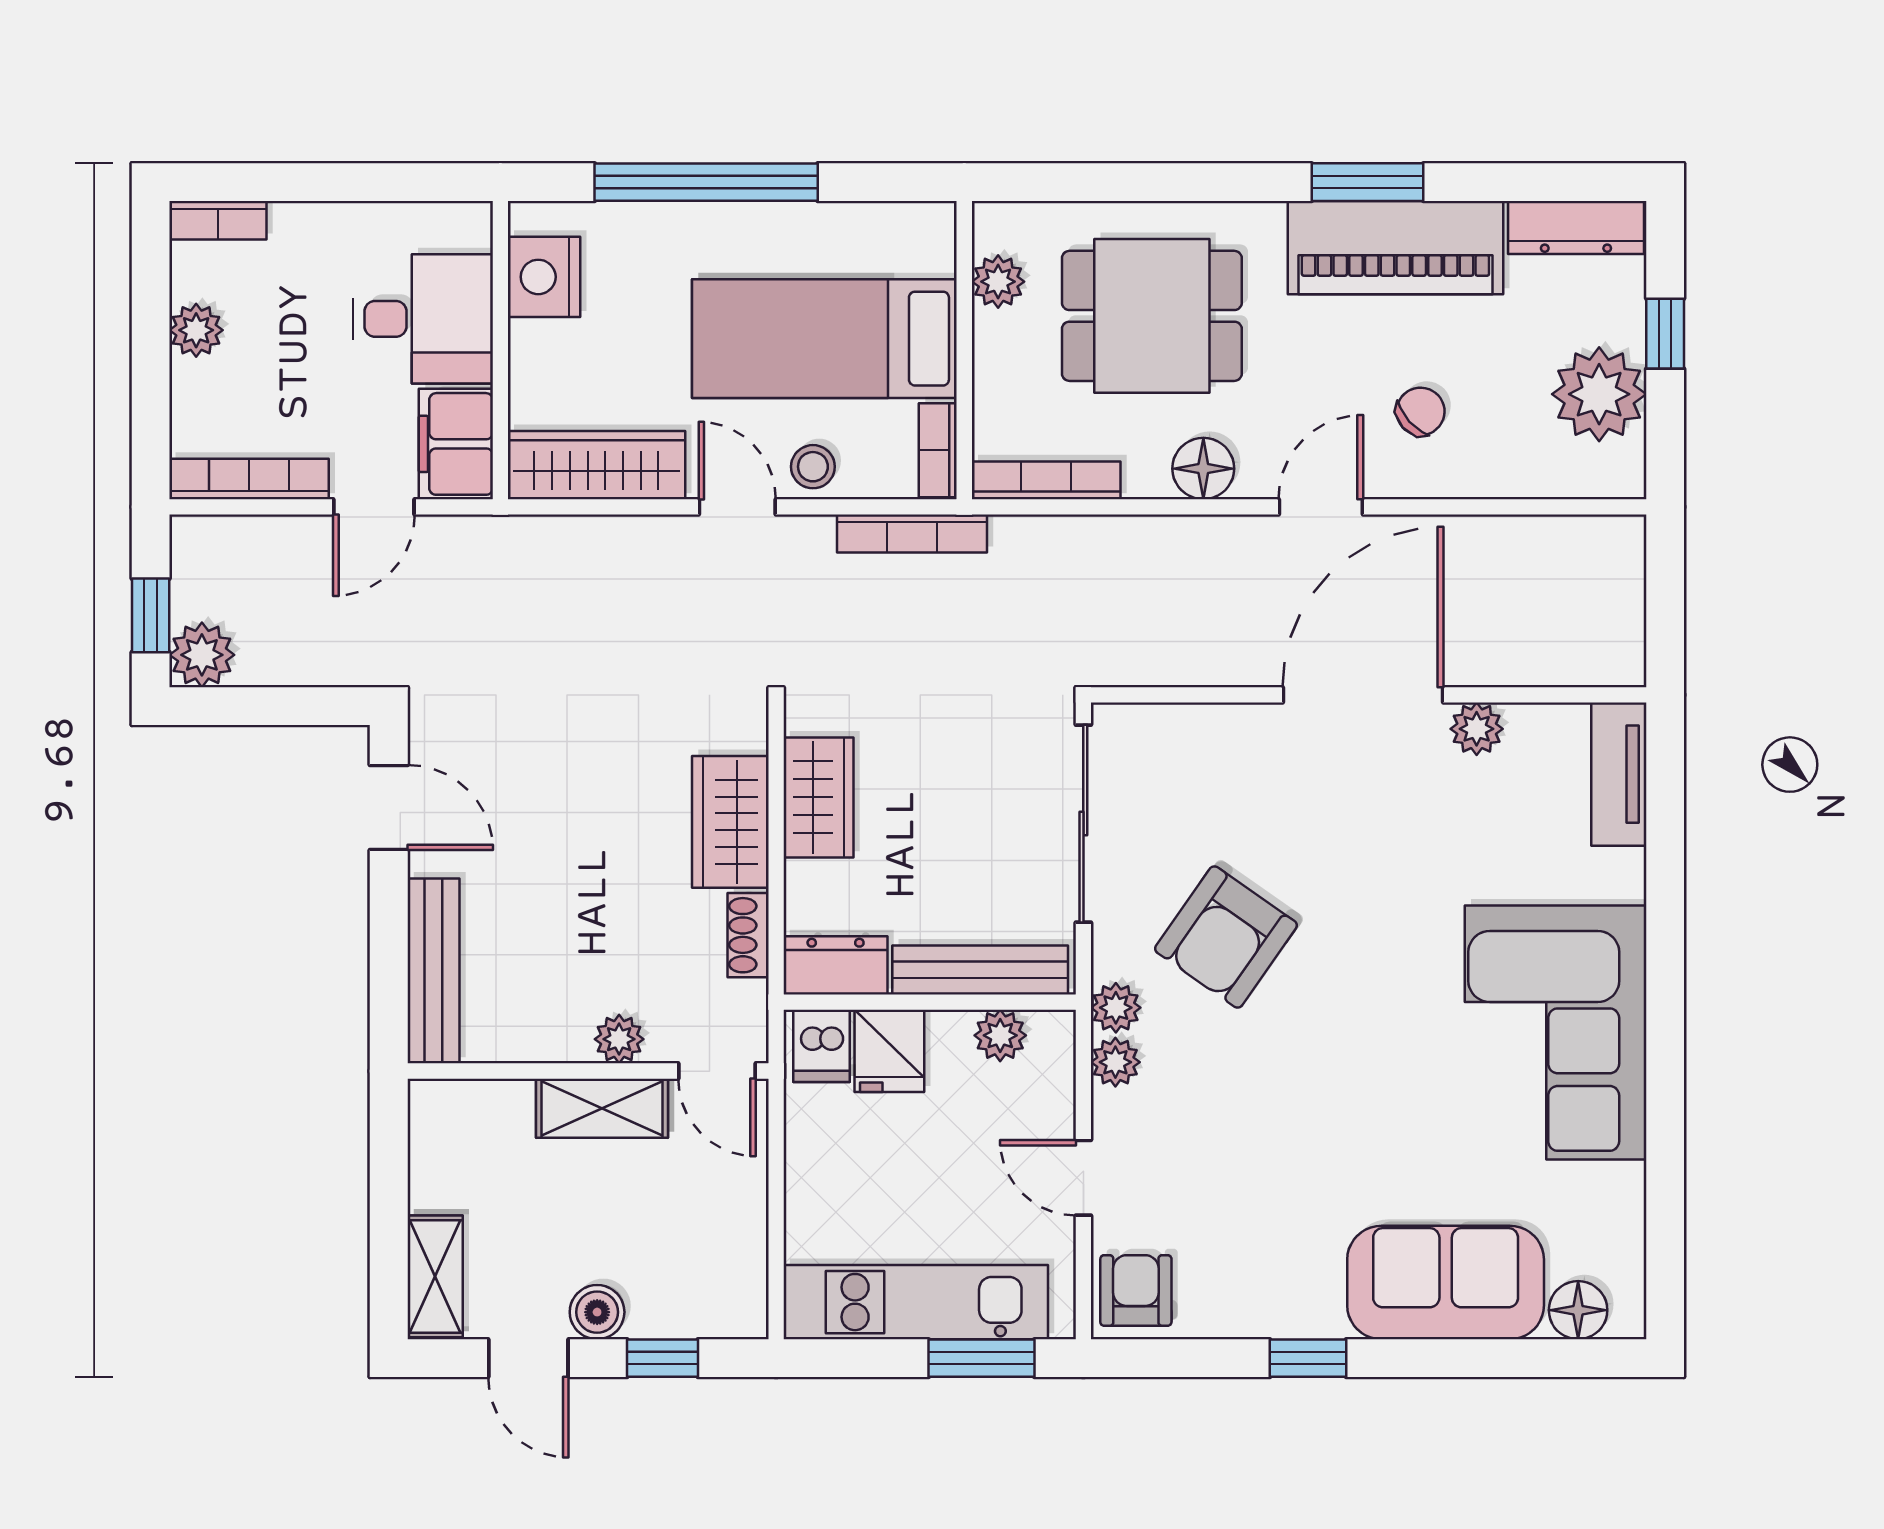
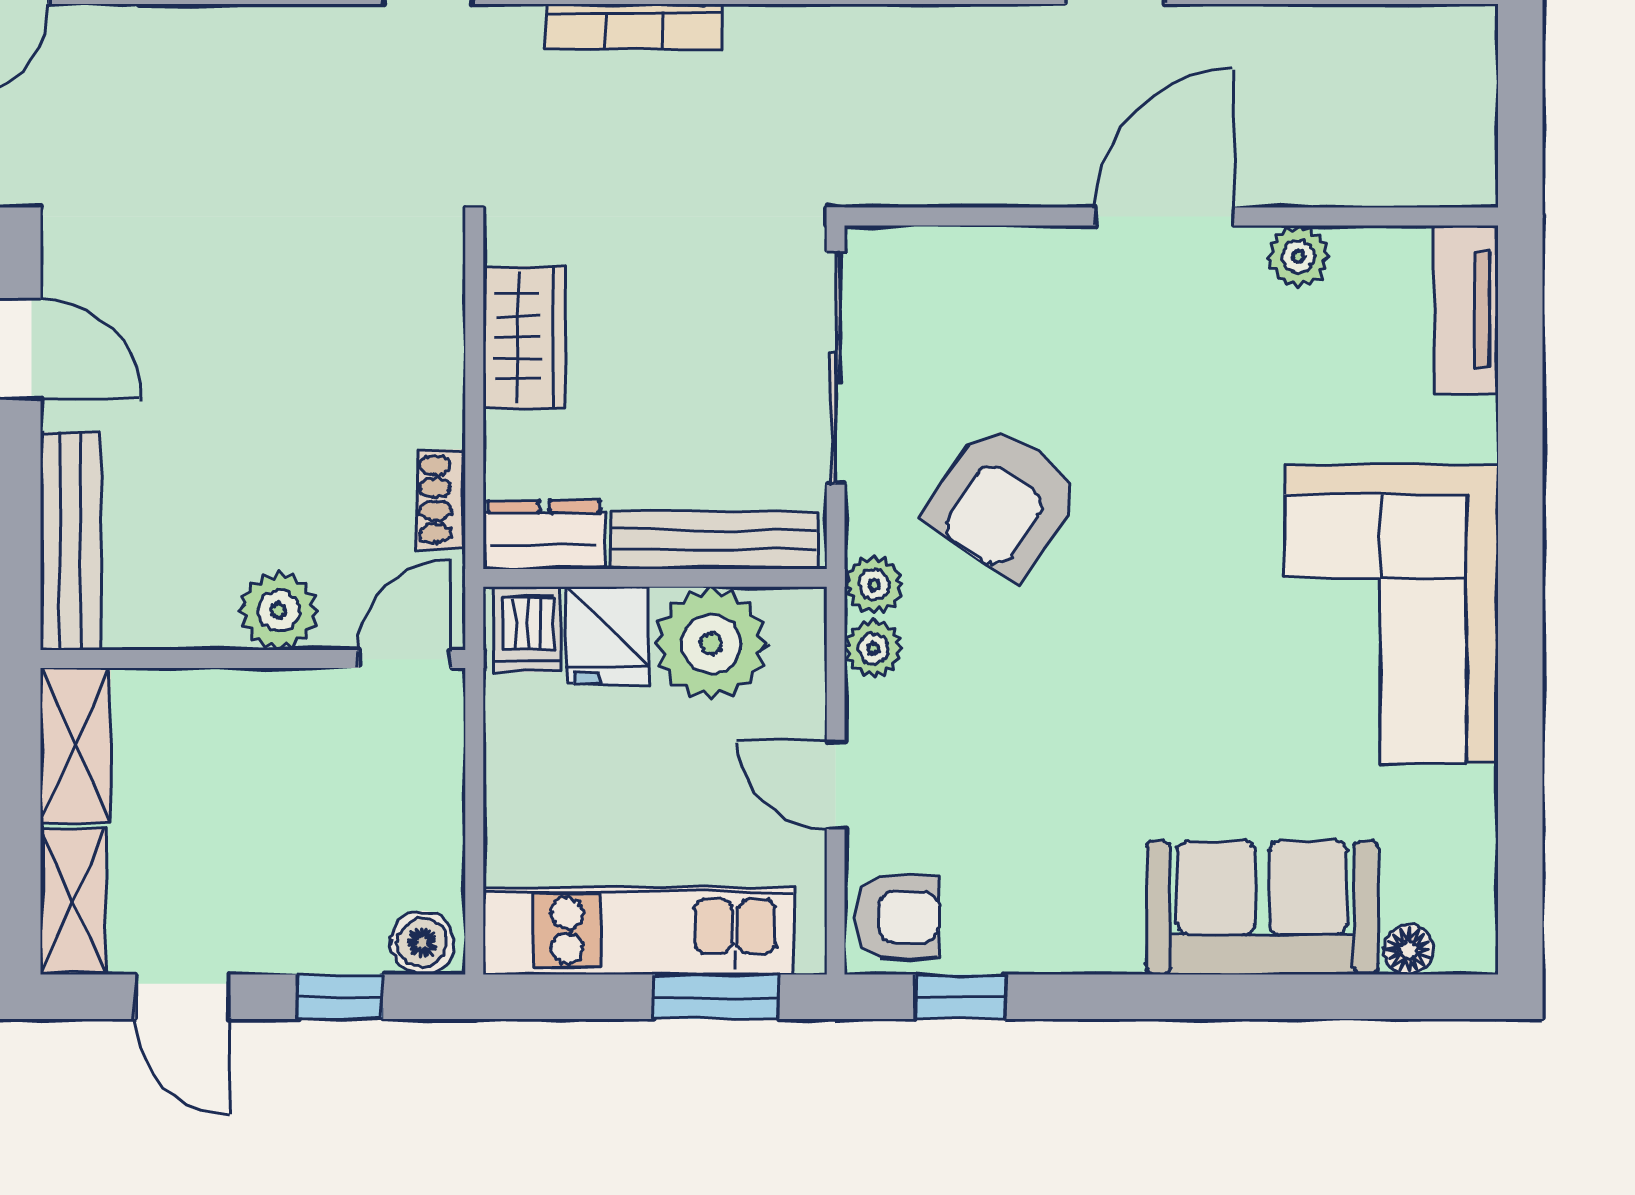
door: (1363, 695) -> (1165, 216), width x0.73
wardrobe: (730, 822) -> (420, 366), removed
plant: (1000, 1035) -> (711, 644), width x1.88, depth x1.88
plant: (619, 1039) -> (279, 611), width x1.38, depth x1.38
door: (717, 1071) -> (405, 659), swing flipped
shelving: (602, 1108) -> (75, 745), moved, turned 90
armchair: (1136, 1290) -> (897, 917), turned 90
floor lamp: (1578, 1310) -> (1408, 950), width x0.73, depth x0.73
boiler: (597, 1312) -> (422, 943), moved
window: (1308, 1358) -> (960, 997), moved

